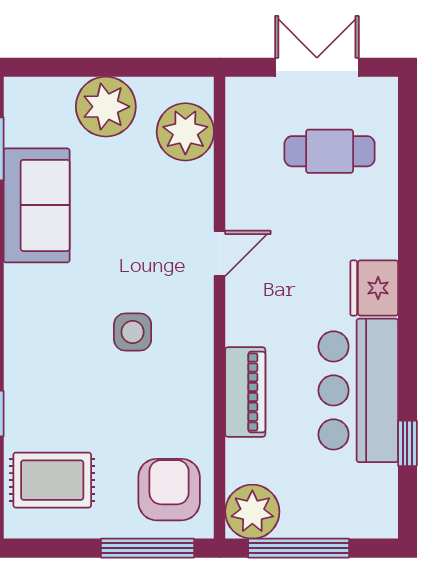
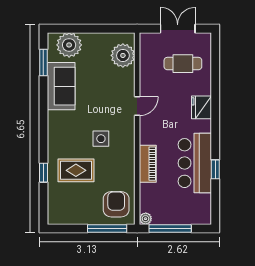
plant: (106, 107) -> (69, 45), moved
fridge: (374, 288) -> (201, 107), moved
window: (407, 443) -> (215, 169), moved
rug: (52, 480) -> (76, 170), moved
plant: (252, 512) -> (146, 219), width x0.53, depth x0.53

